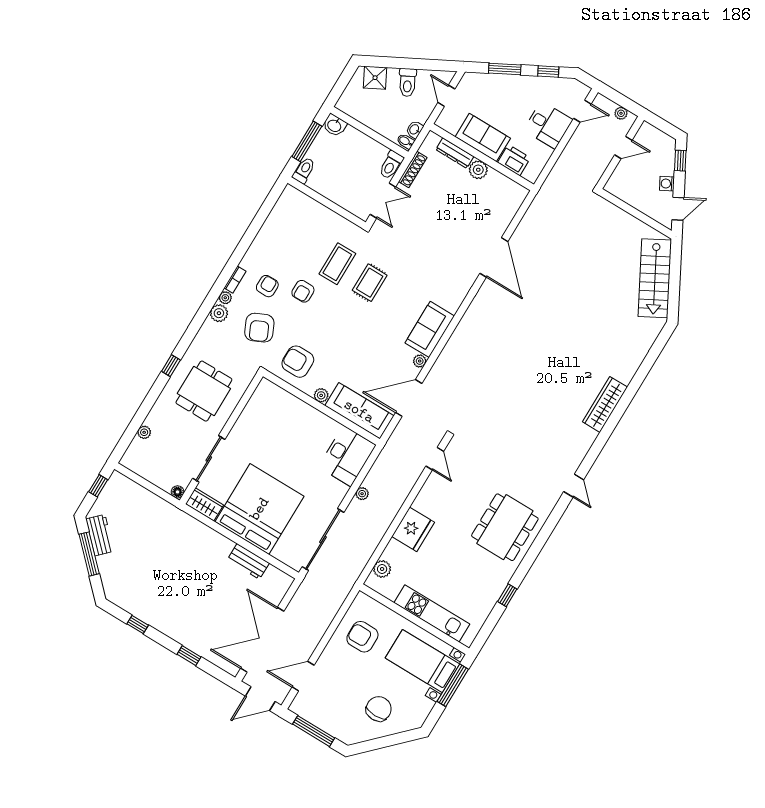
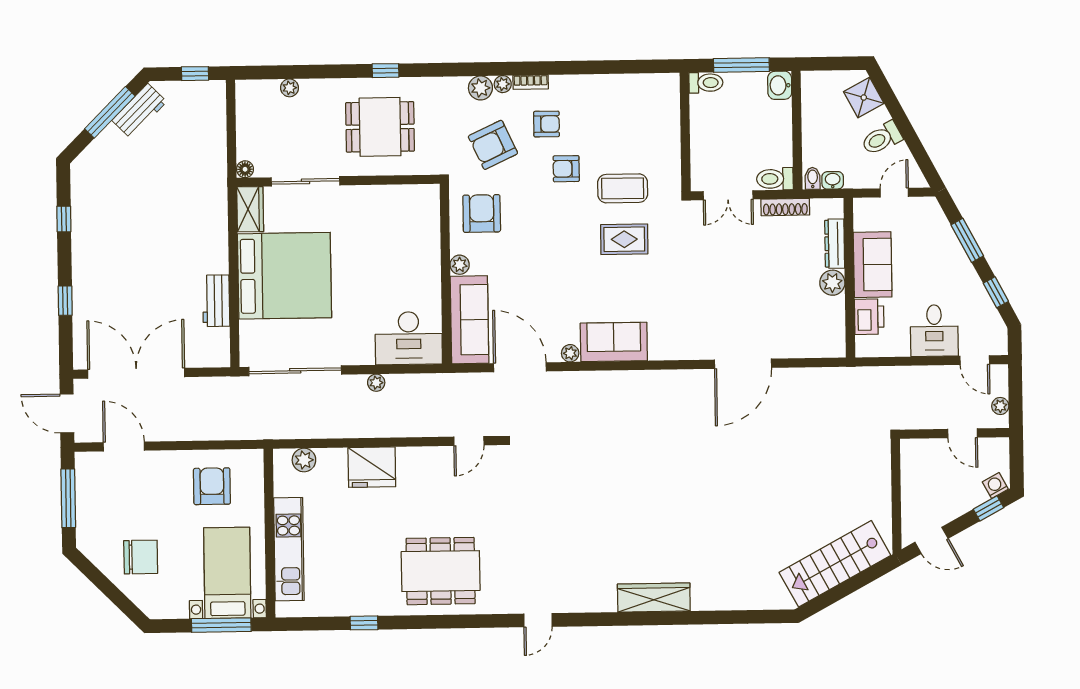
washing machine: (667, 184) -> (995, 486), moved

